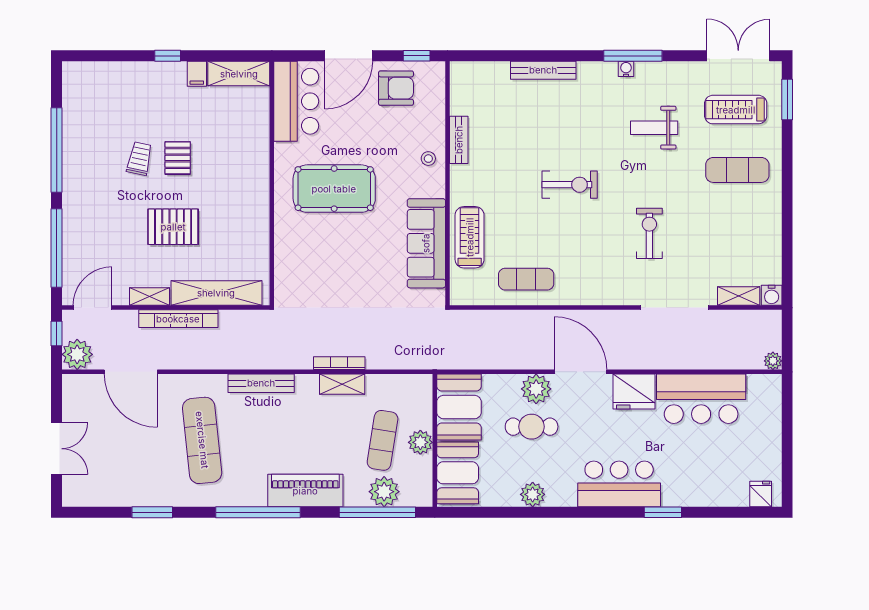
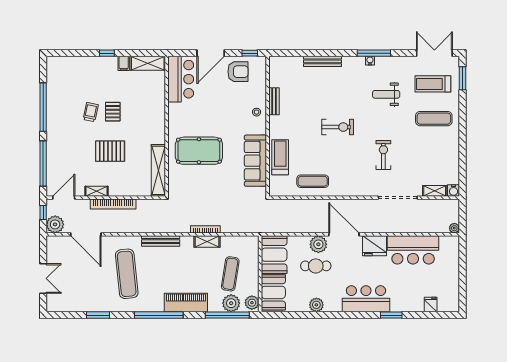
pool table: (334, 189) -> (199, 151), moved
shelving: (216, 293) -> (158, 170), moved, turned 90
plant: (420, 442) -> (252, 303), moved
fridge: (761, 494) -> (431, 305), moved

